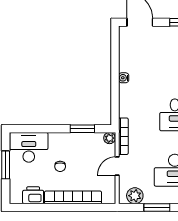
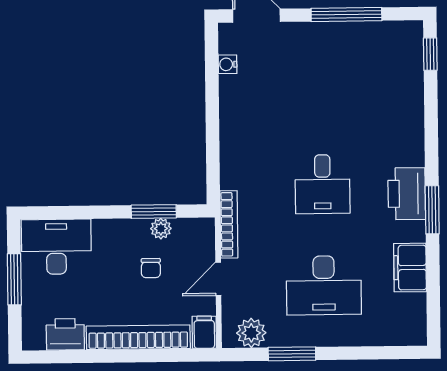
water cooler: (124, 78) -> (228, 64), moved
plant: (110, 138) -> (161, 229), moved
chair: (60, 166) -> (151, 268), moved
filing cabinet: (109, 195) -> (204, 332), added

